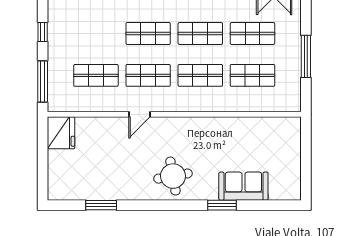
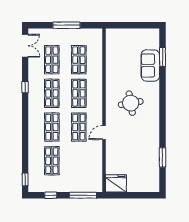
shop shelf: (96, 75) -> (52, 161), moved
door: (140, 114) -> (104, 133), swing flipped
round table: (173, 176) -> (131, 103), moved
window: (222, 205) -> (163, 57), moved

